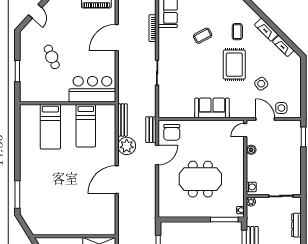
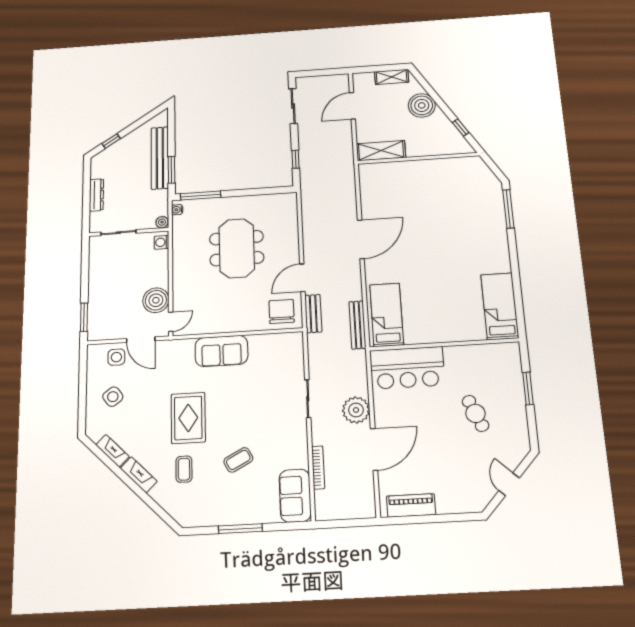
side table: (261, 84) -> (113, 397), moved
bed: (86, 126) -> (387, 315), moved
bed: (50, 127) -> (500, 306), moved
plant: (127, 146) -> (356, 410), moved
boiler: (251, 150) -> (156, 300), width x1.86, depth x1.86
meeting table: (200, 179) -> (237, 248), turned 90

